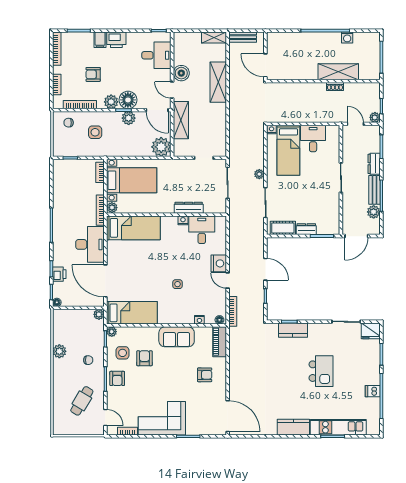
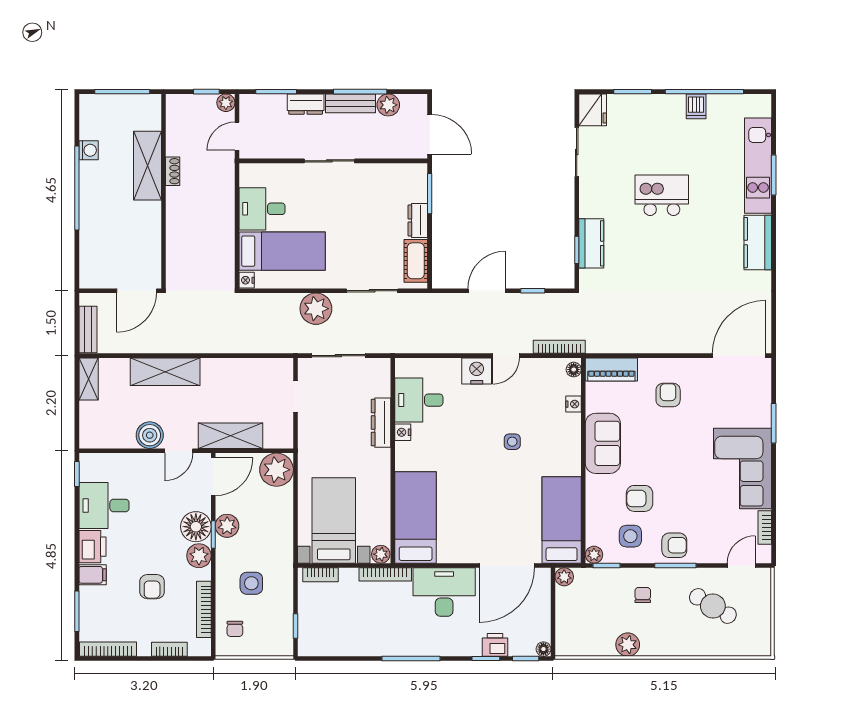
desk: (156, 55) -> (104, 505), moved, turned -90
plant: (259, 174) -> (316, 309), width x1.88, depth x1.88

